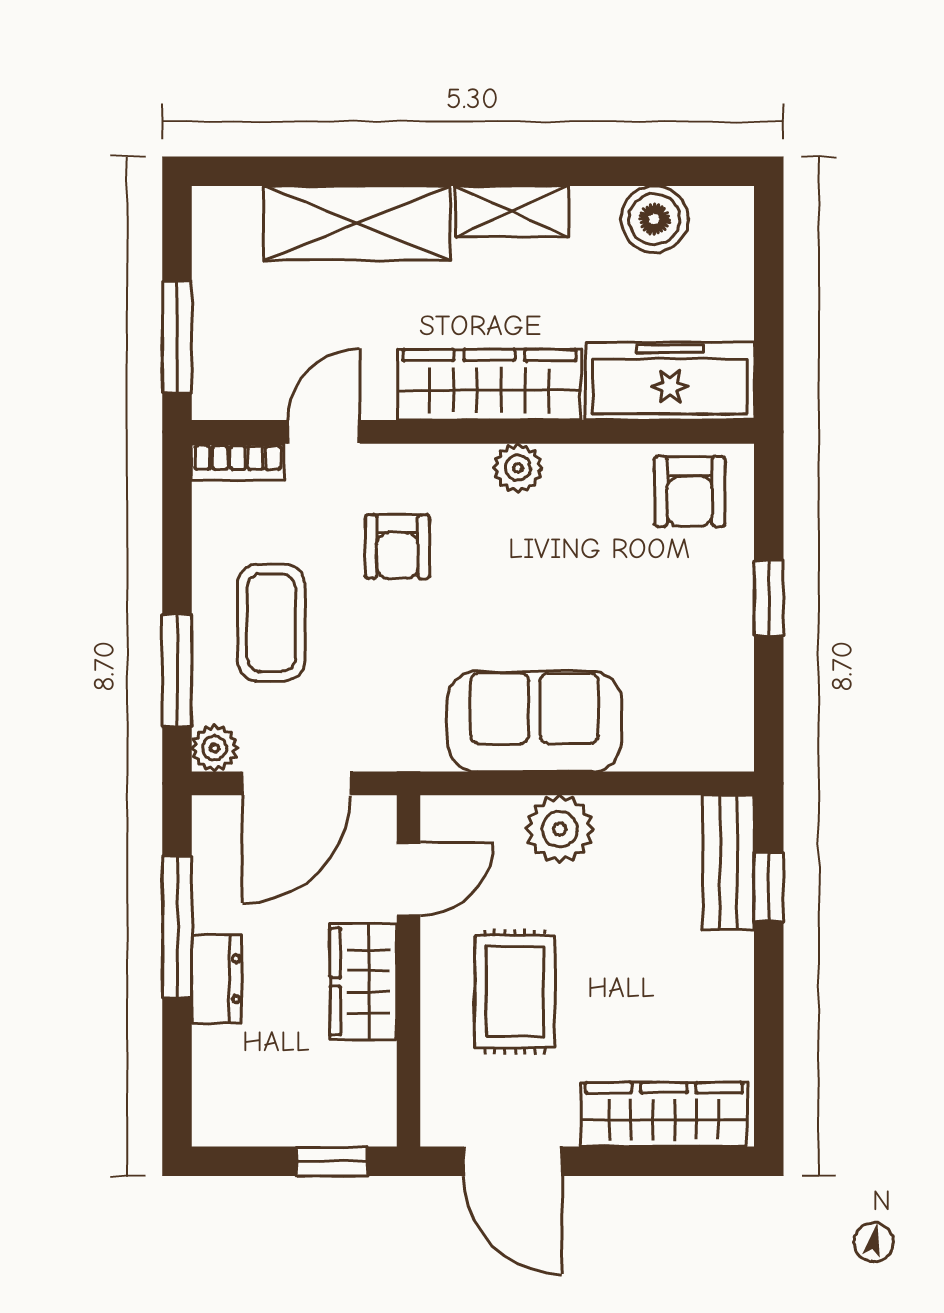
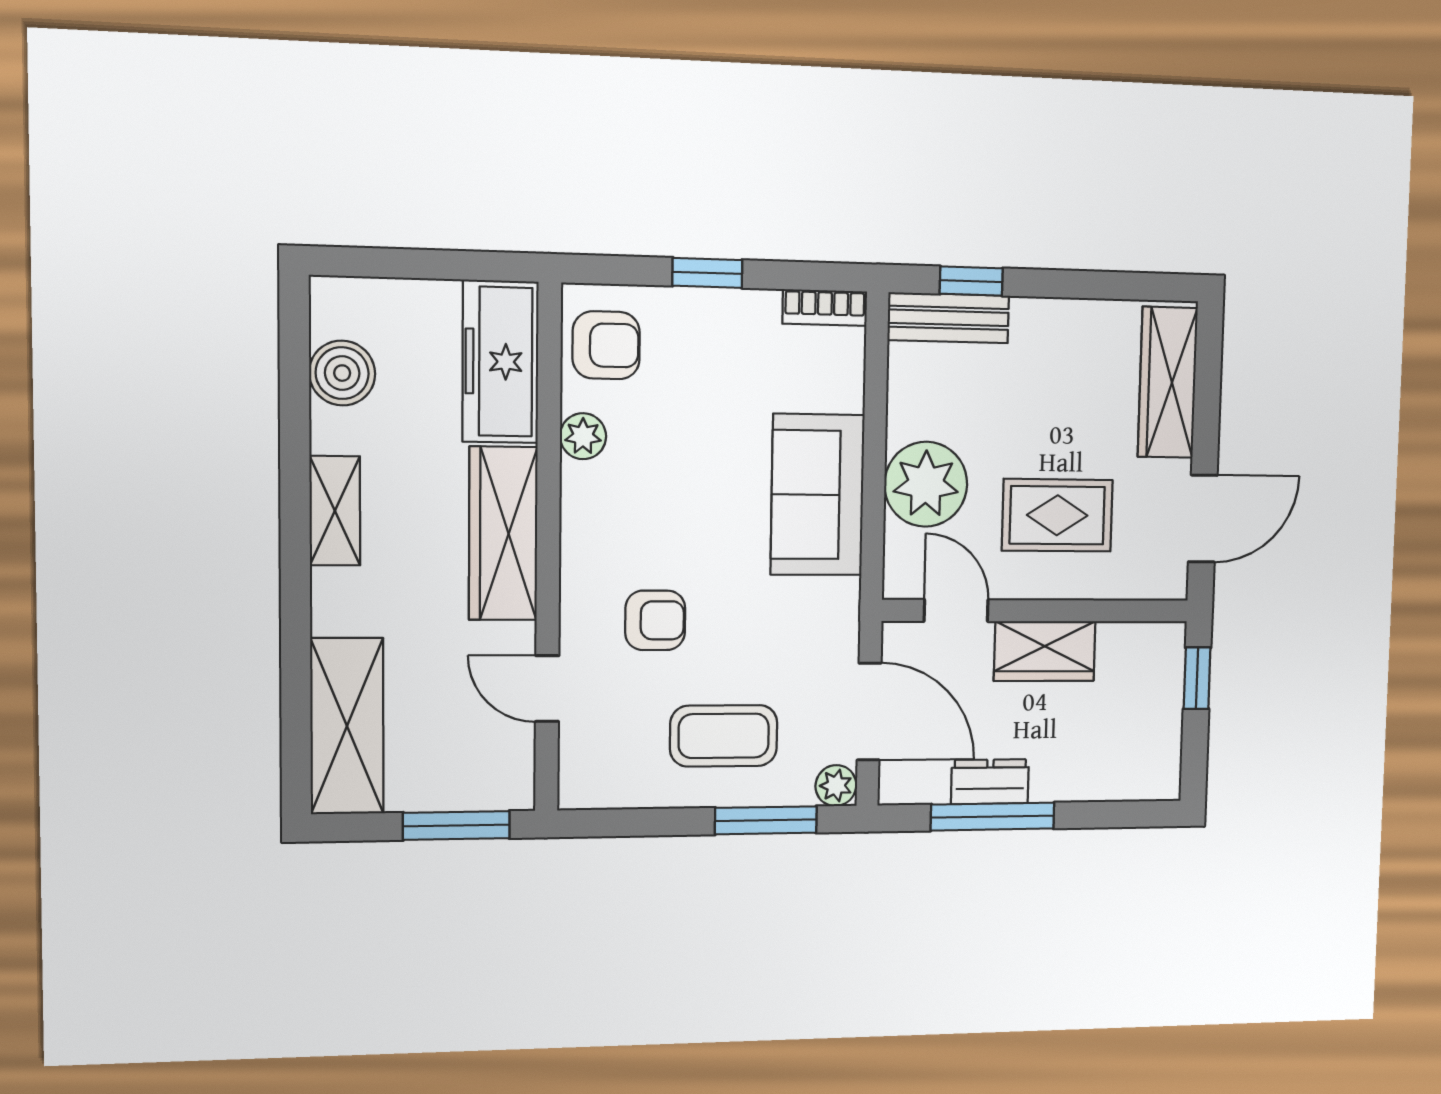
shelving: (357, 223) -> (347, 726), moved
bookcase: (238, 462) -> (825, 308), moved, turned 90
plant: (518, 468) -> (583, 436), moved
plant: (560, 829) -> (926, 484), width x1.36, depth x1.36
dresser: (217, 979) -> (990, 782), moved

